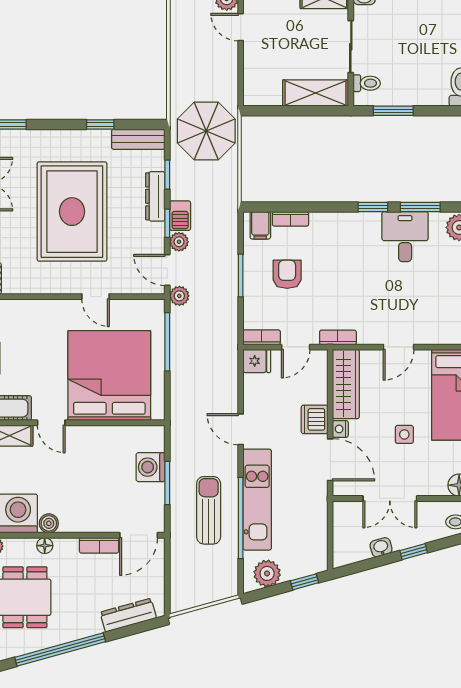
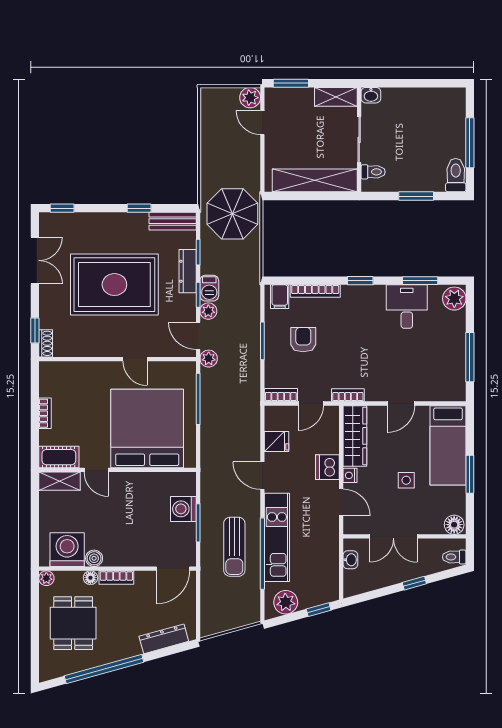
shelving: (316, 93) -> (315, 180), width x1.47
window: (393, 111) -> (416, 196), moved
window: (373, 207) -> (360, 281), moved
rug: (72, 212) -> (114, 285), turned 90
bookcase: (291, 219) -> (315, 291), width x1.56
fridge: (257, 361) -> (277, 442), moved
door: (330, 460) -> (341, 502), width x0.73
sun lounger: (209, 510) -> (234, 547), turned 180
bookcase: (99, 545) -> (116, 578), moved
washbasin: (381, 547) -> (350, 560), moved, turned 105

